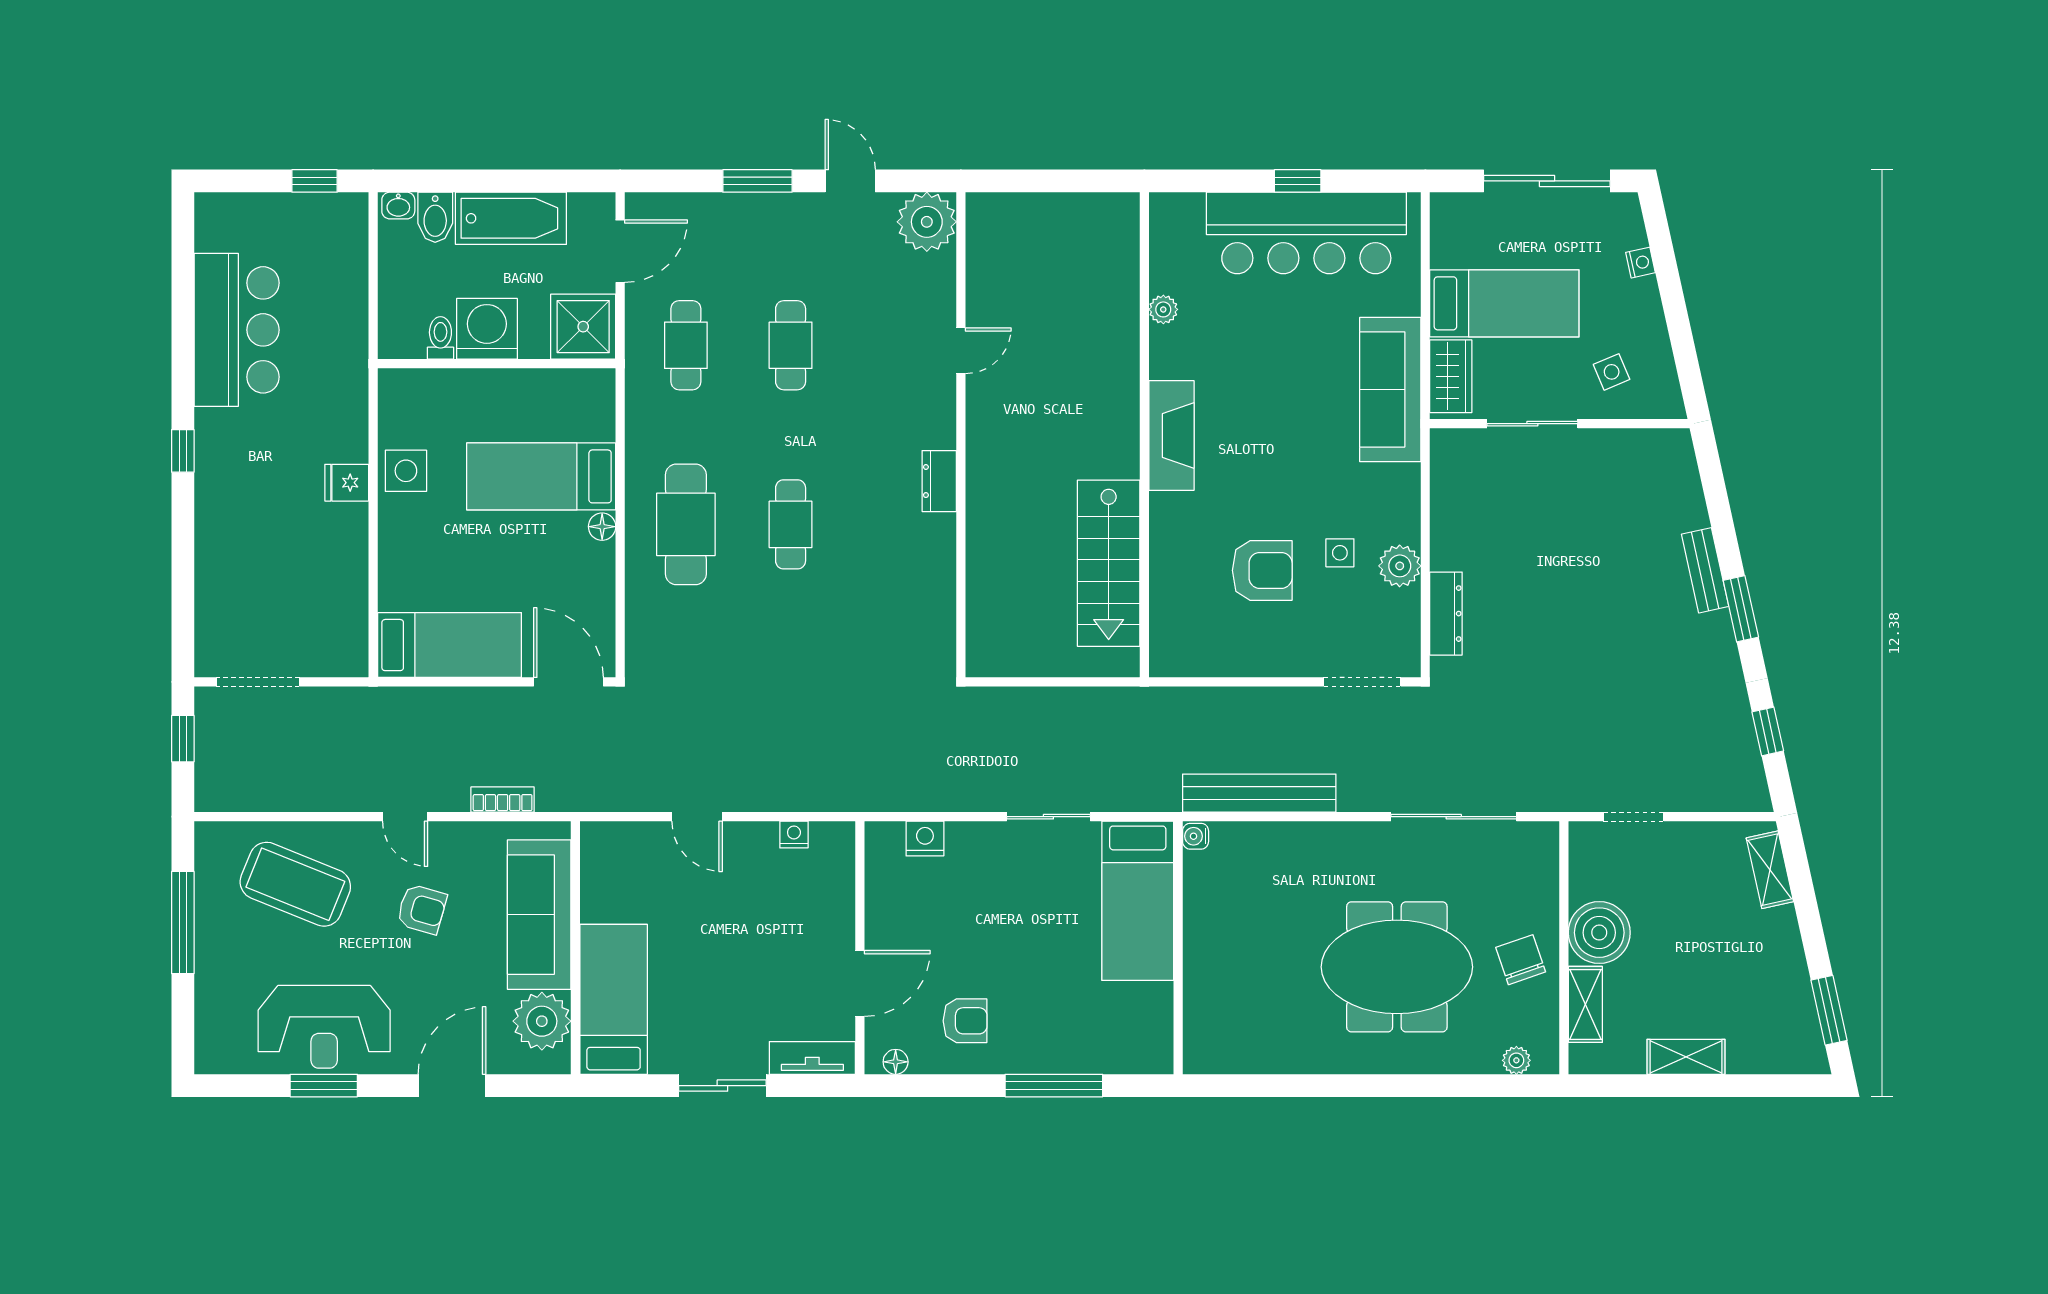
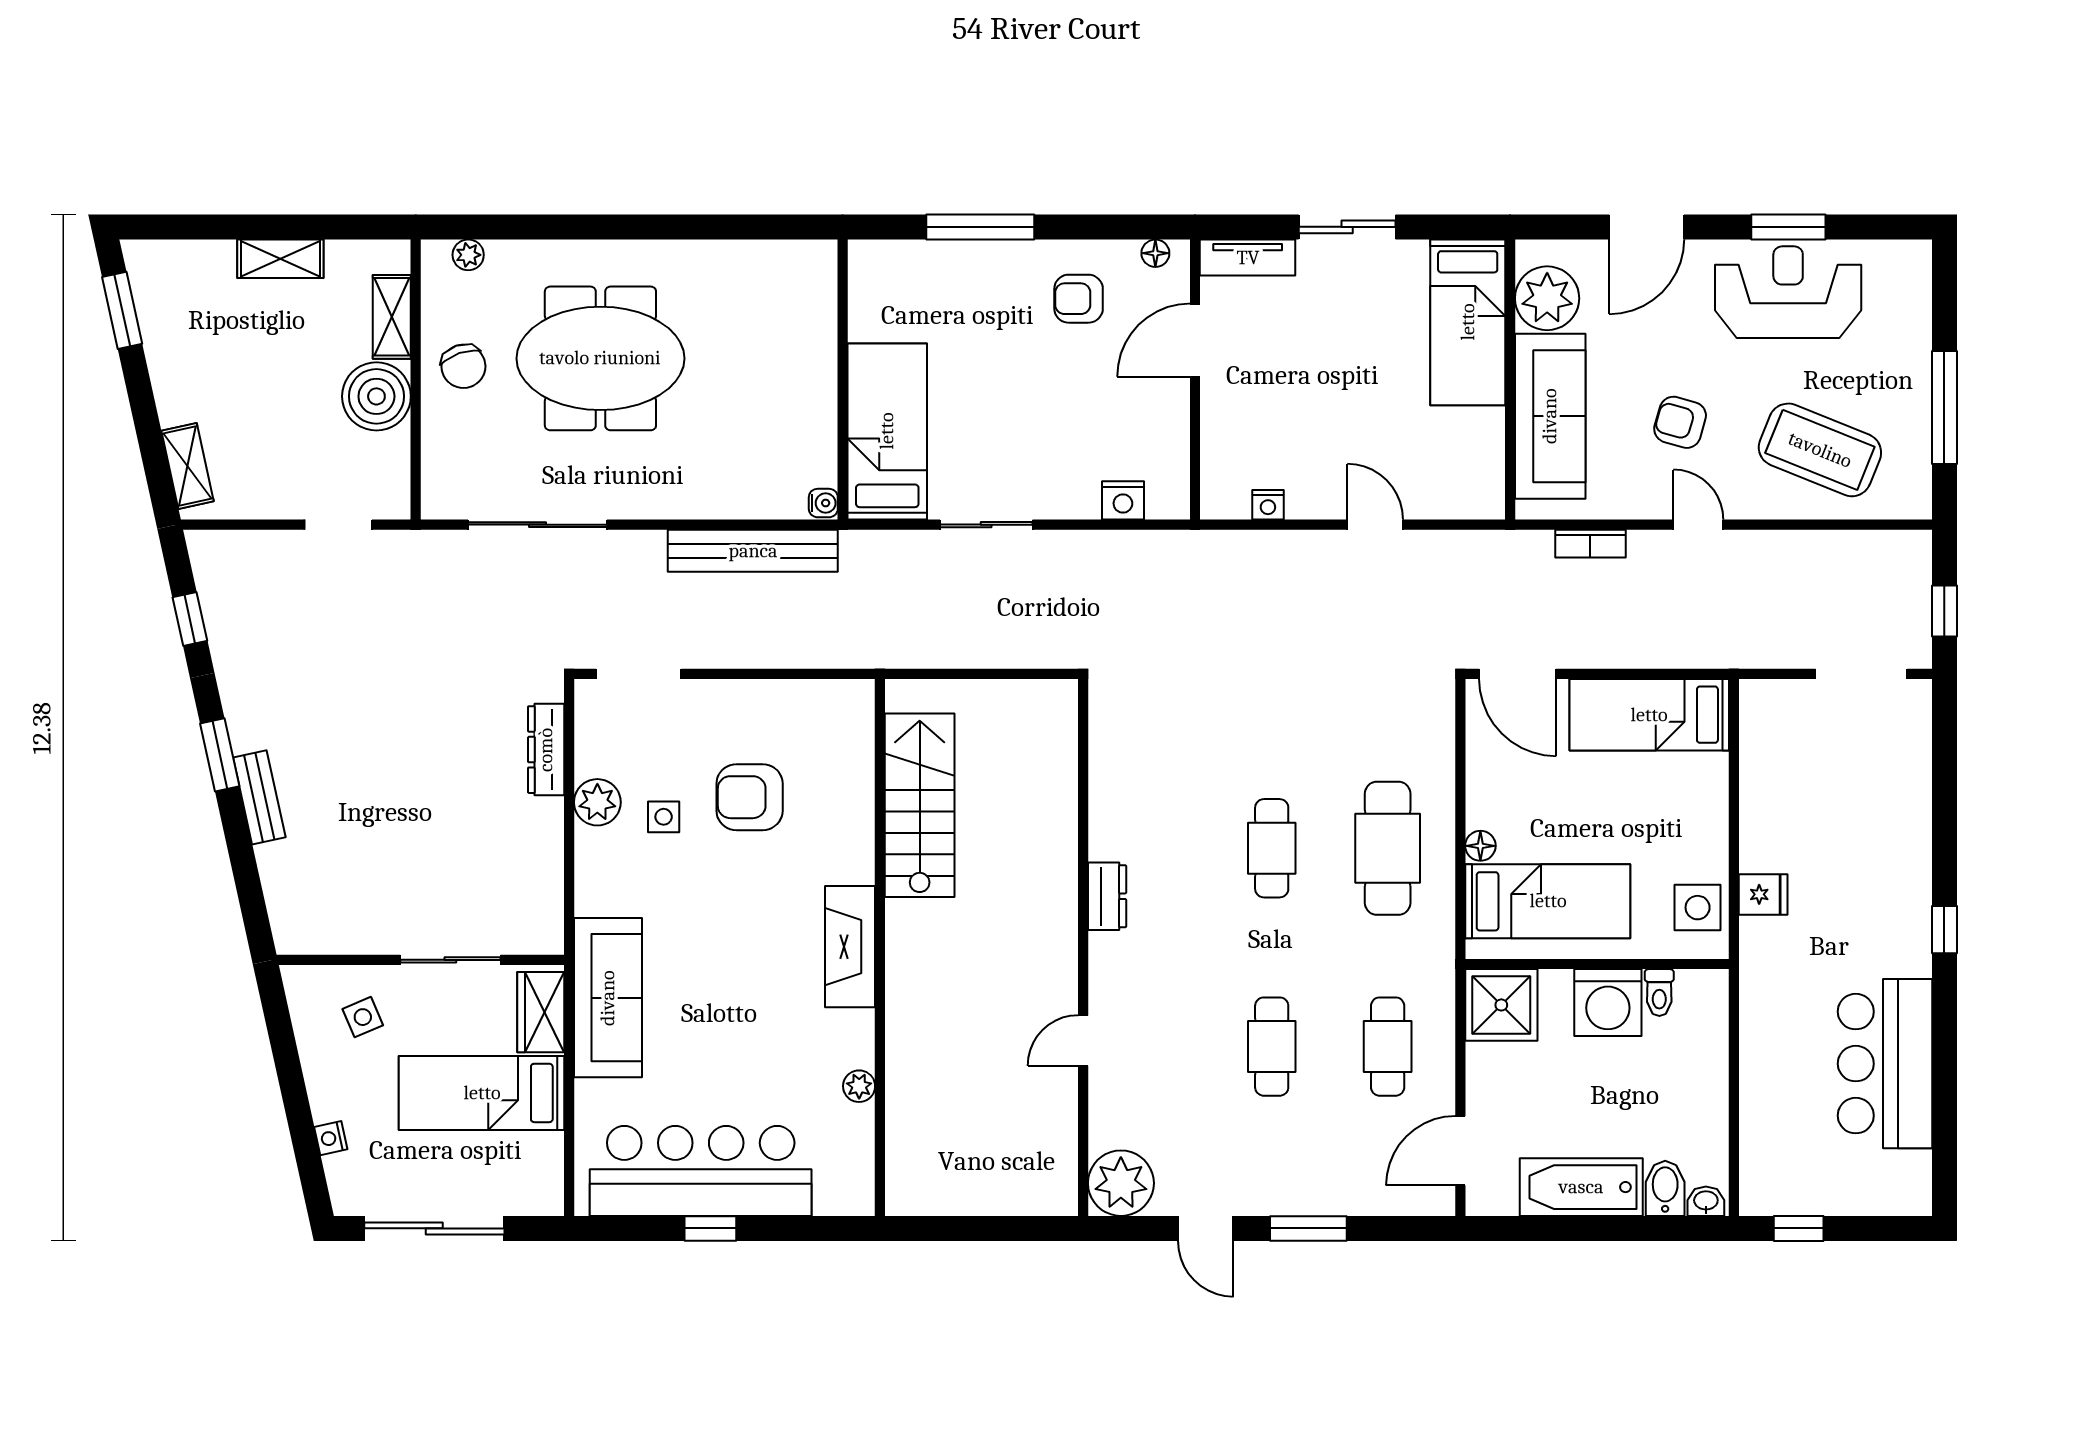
shower: (583, 327) -> (1501, 1005), moved
washing machine: (487, 329) -> (1608, 1003), moved
toilet: (440, 338) -> (1659, 993), moved
wall: (497, 364) -> (1597, 964), moved

